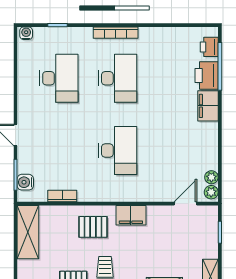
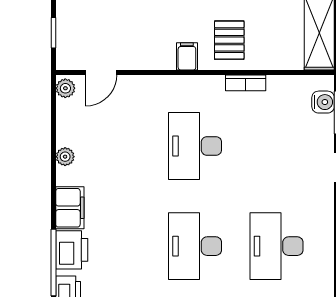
plant: (211, 177) -> (65, 157), moved
bookcase: (62, 196) -> (246, 83), moved
filing cabinet: (131, 215) -> (187, 56), width x0.50
pallet: (93, 227) -> (229, 40), turned 90

